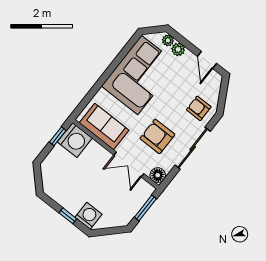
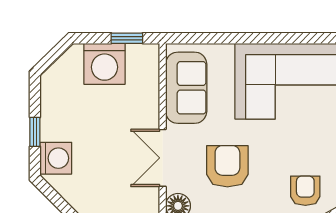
washing machine: (75, 140) -> (104, 64), moved

